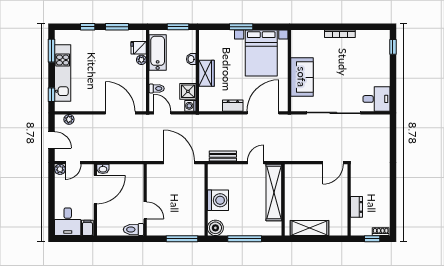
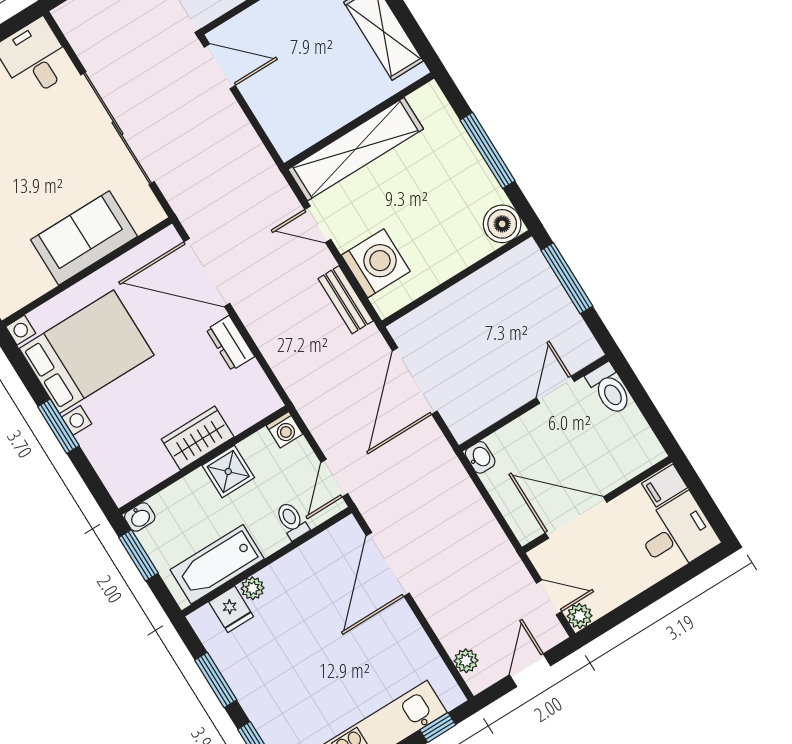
washbasin: (191, 59) -> (140, 517), moved
shower: (188, 91) -> (228, 472), moved
washbasin: (103, 169) -> (480, 457), moved
washing machine: (218, 200) -> (376, 263), moved, turned 90

